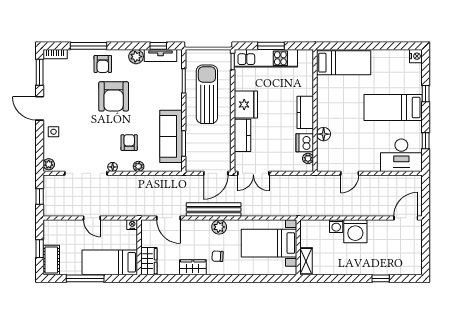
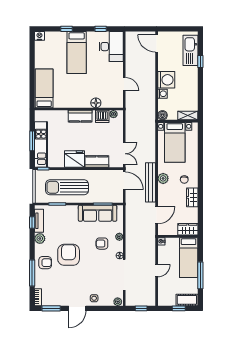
armchair: (114, 96) -> (69, 255), turned -90
boiler: (306, 226) -> (162, 115), added
kitchen sink: (396, 265) -> (190, 50), added

